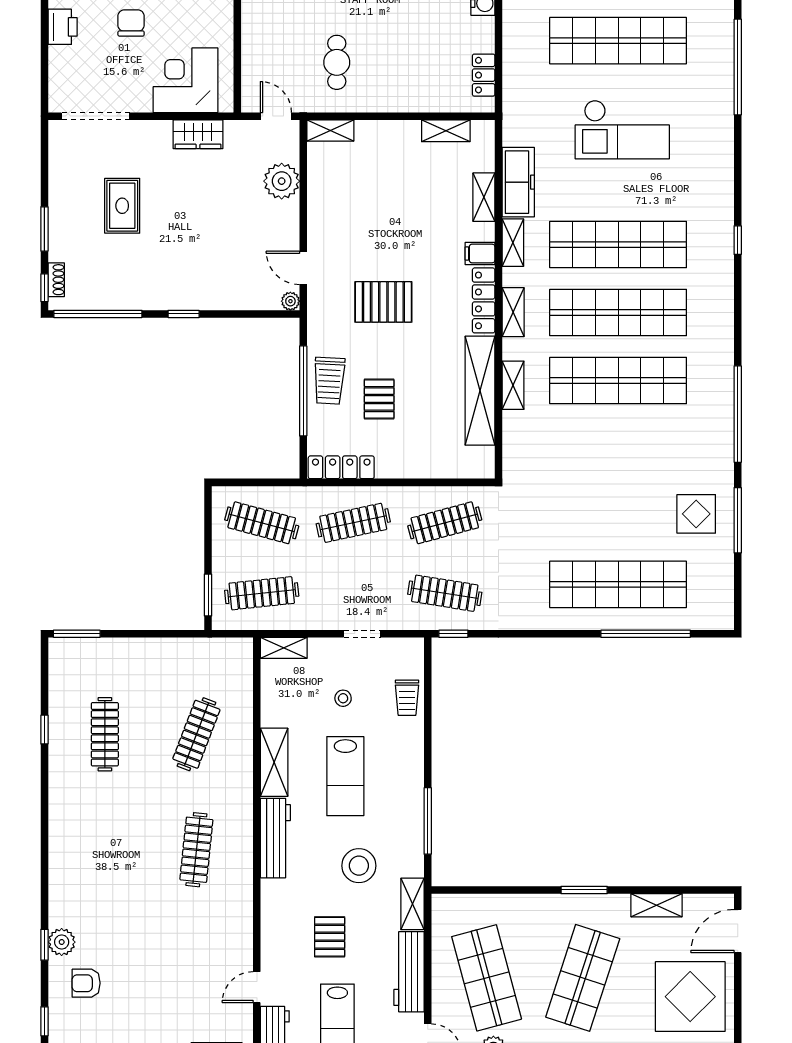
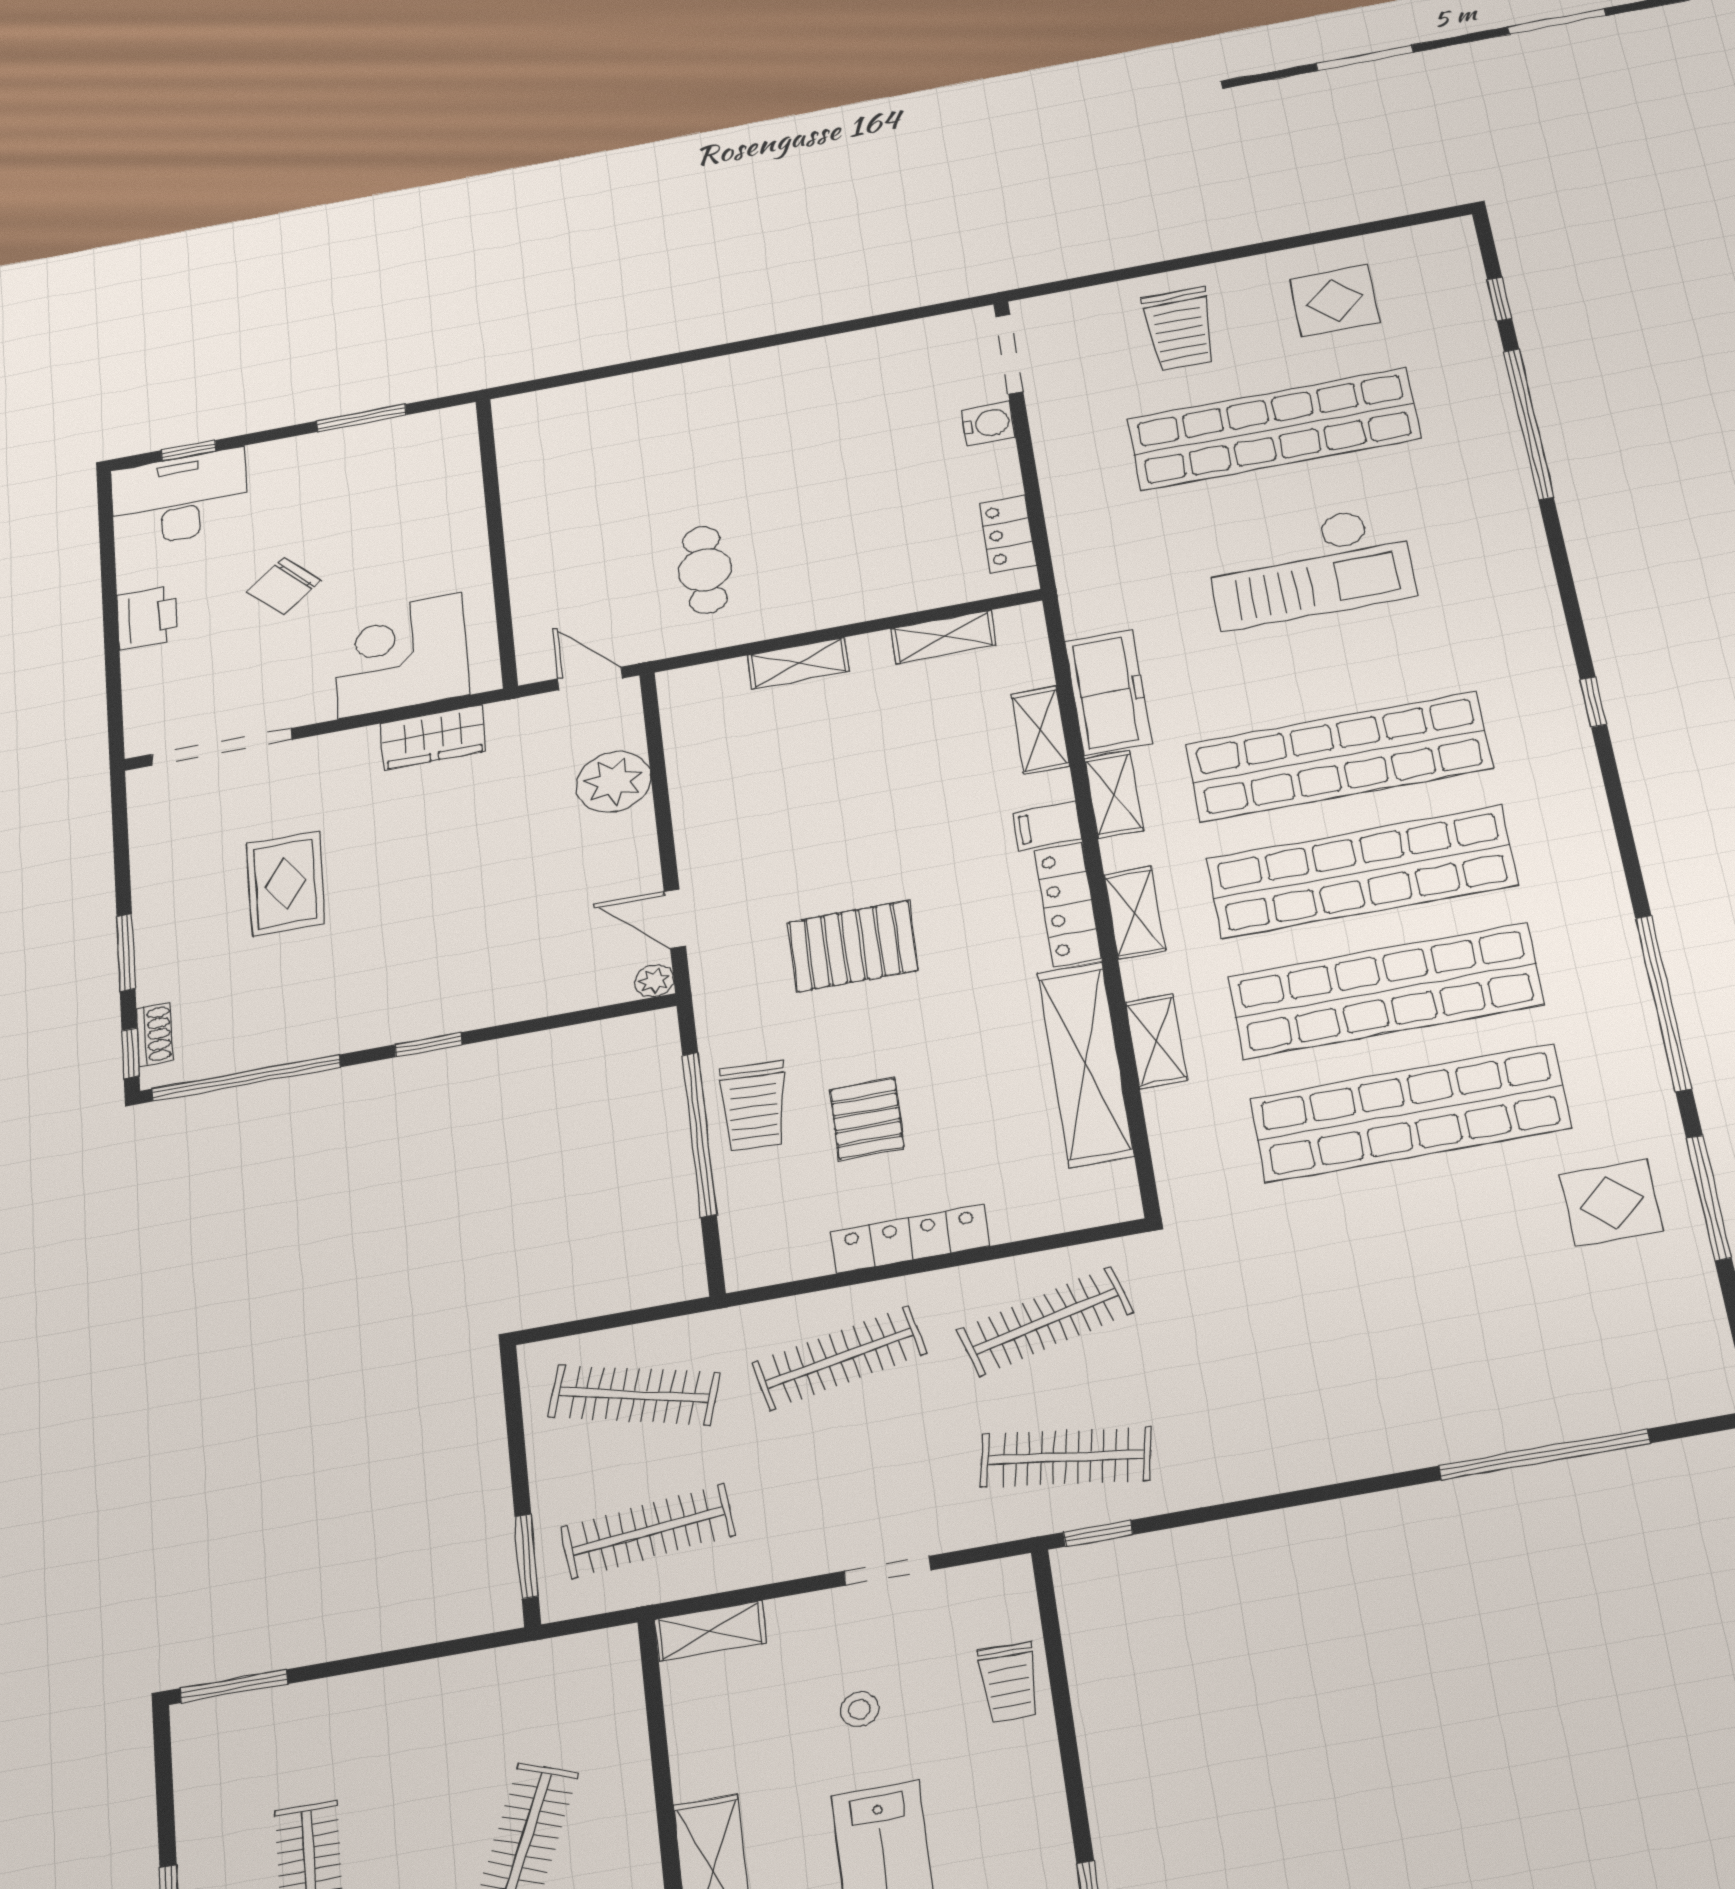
chair: (131, 23) -> (284, 586), turned -132
shelving: (330, 130) -> (798, 663), moved
locker: (341, 467) -> (910, 1239), moved
shop shelf: (618, 584) -> (1410, 1113), moved

